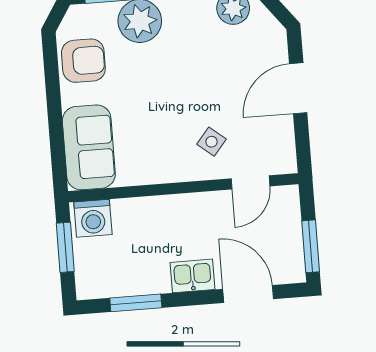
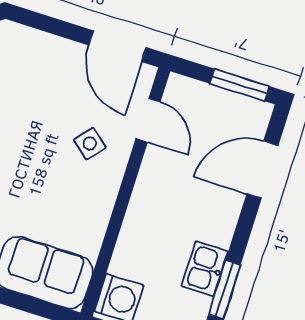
door: (298, 88) -> (118, 46), moved
kitchen sink: (192, 276) -> (205, 269), moved

